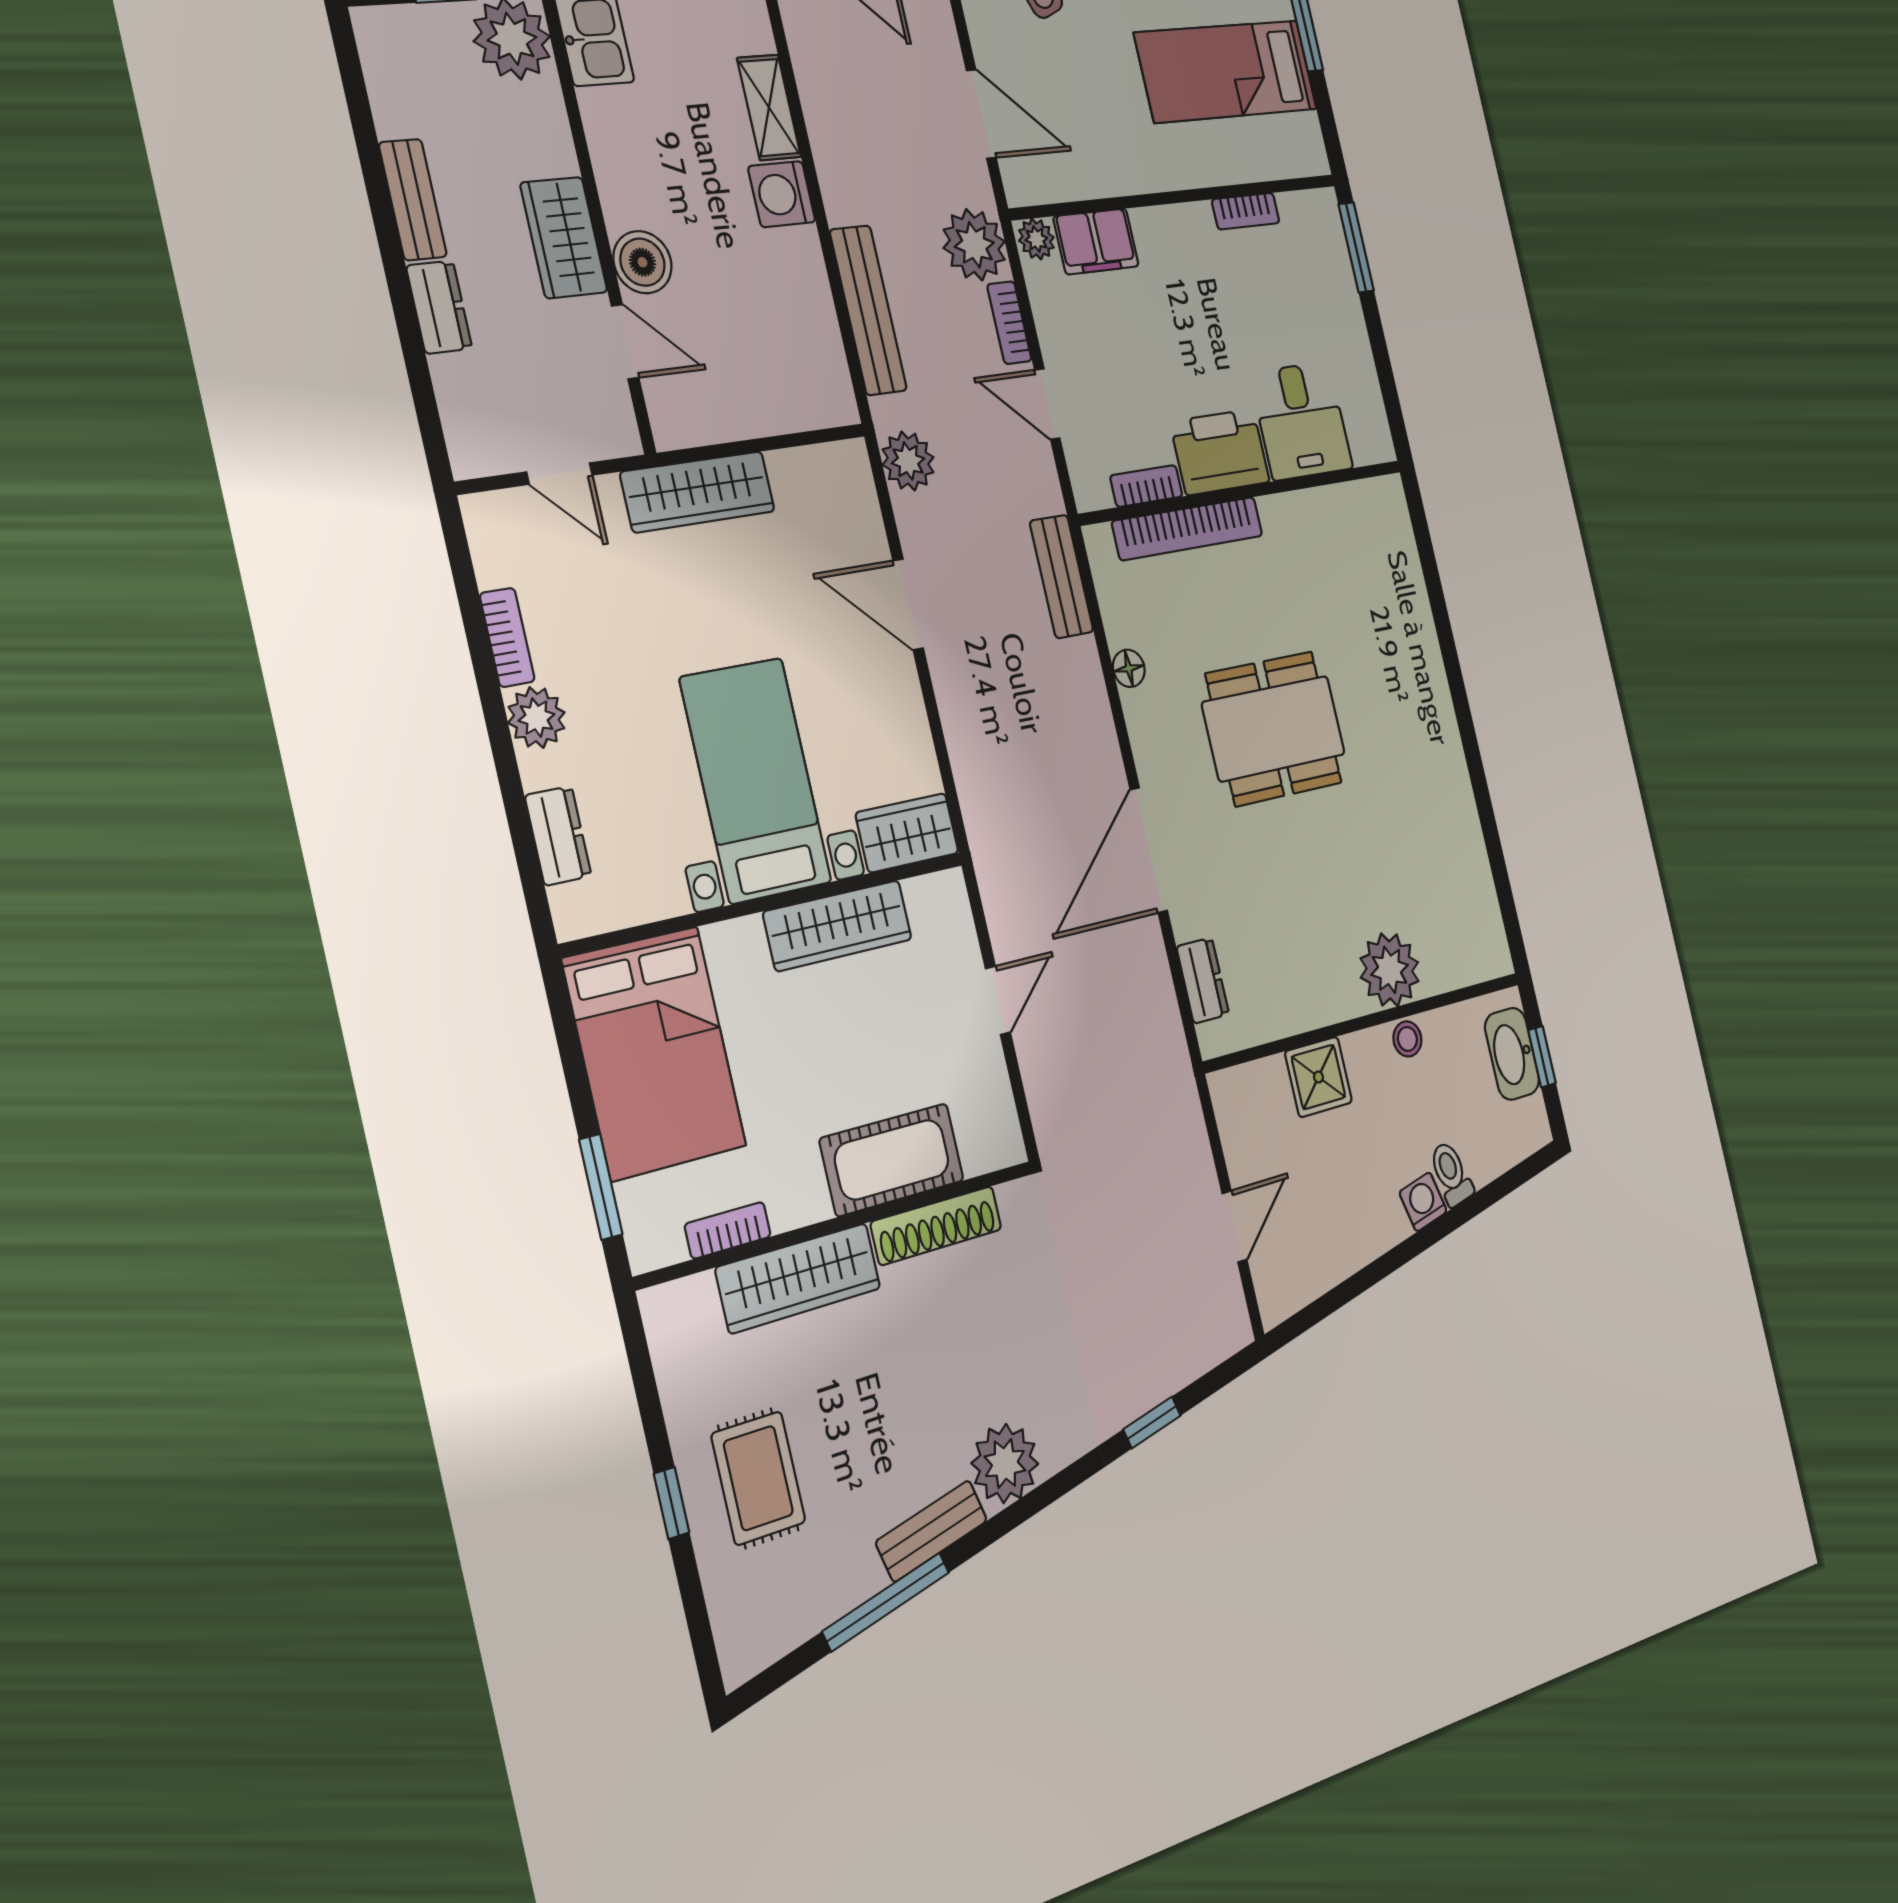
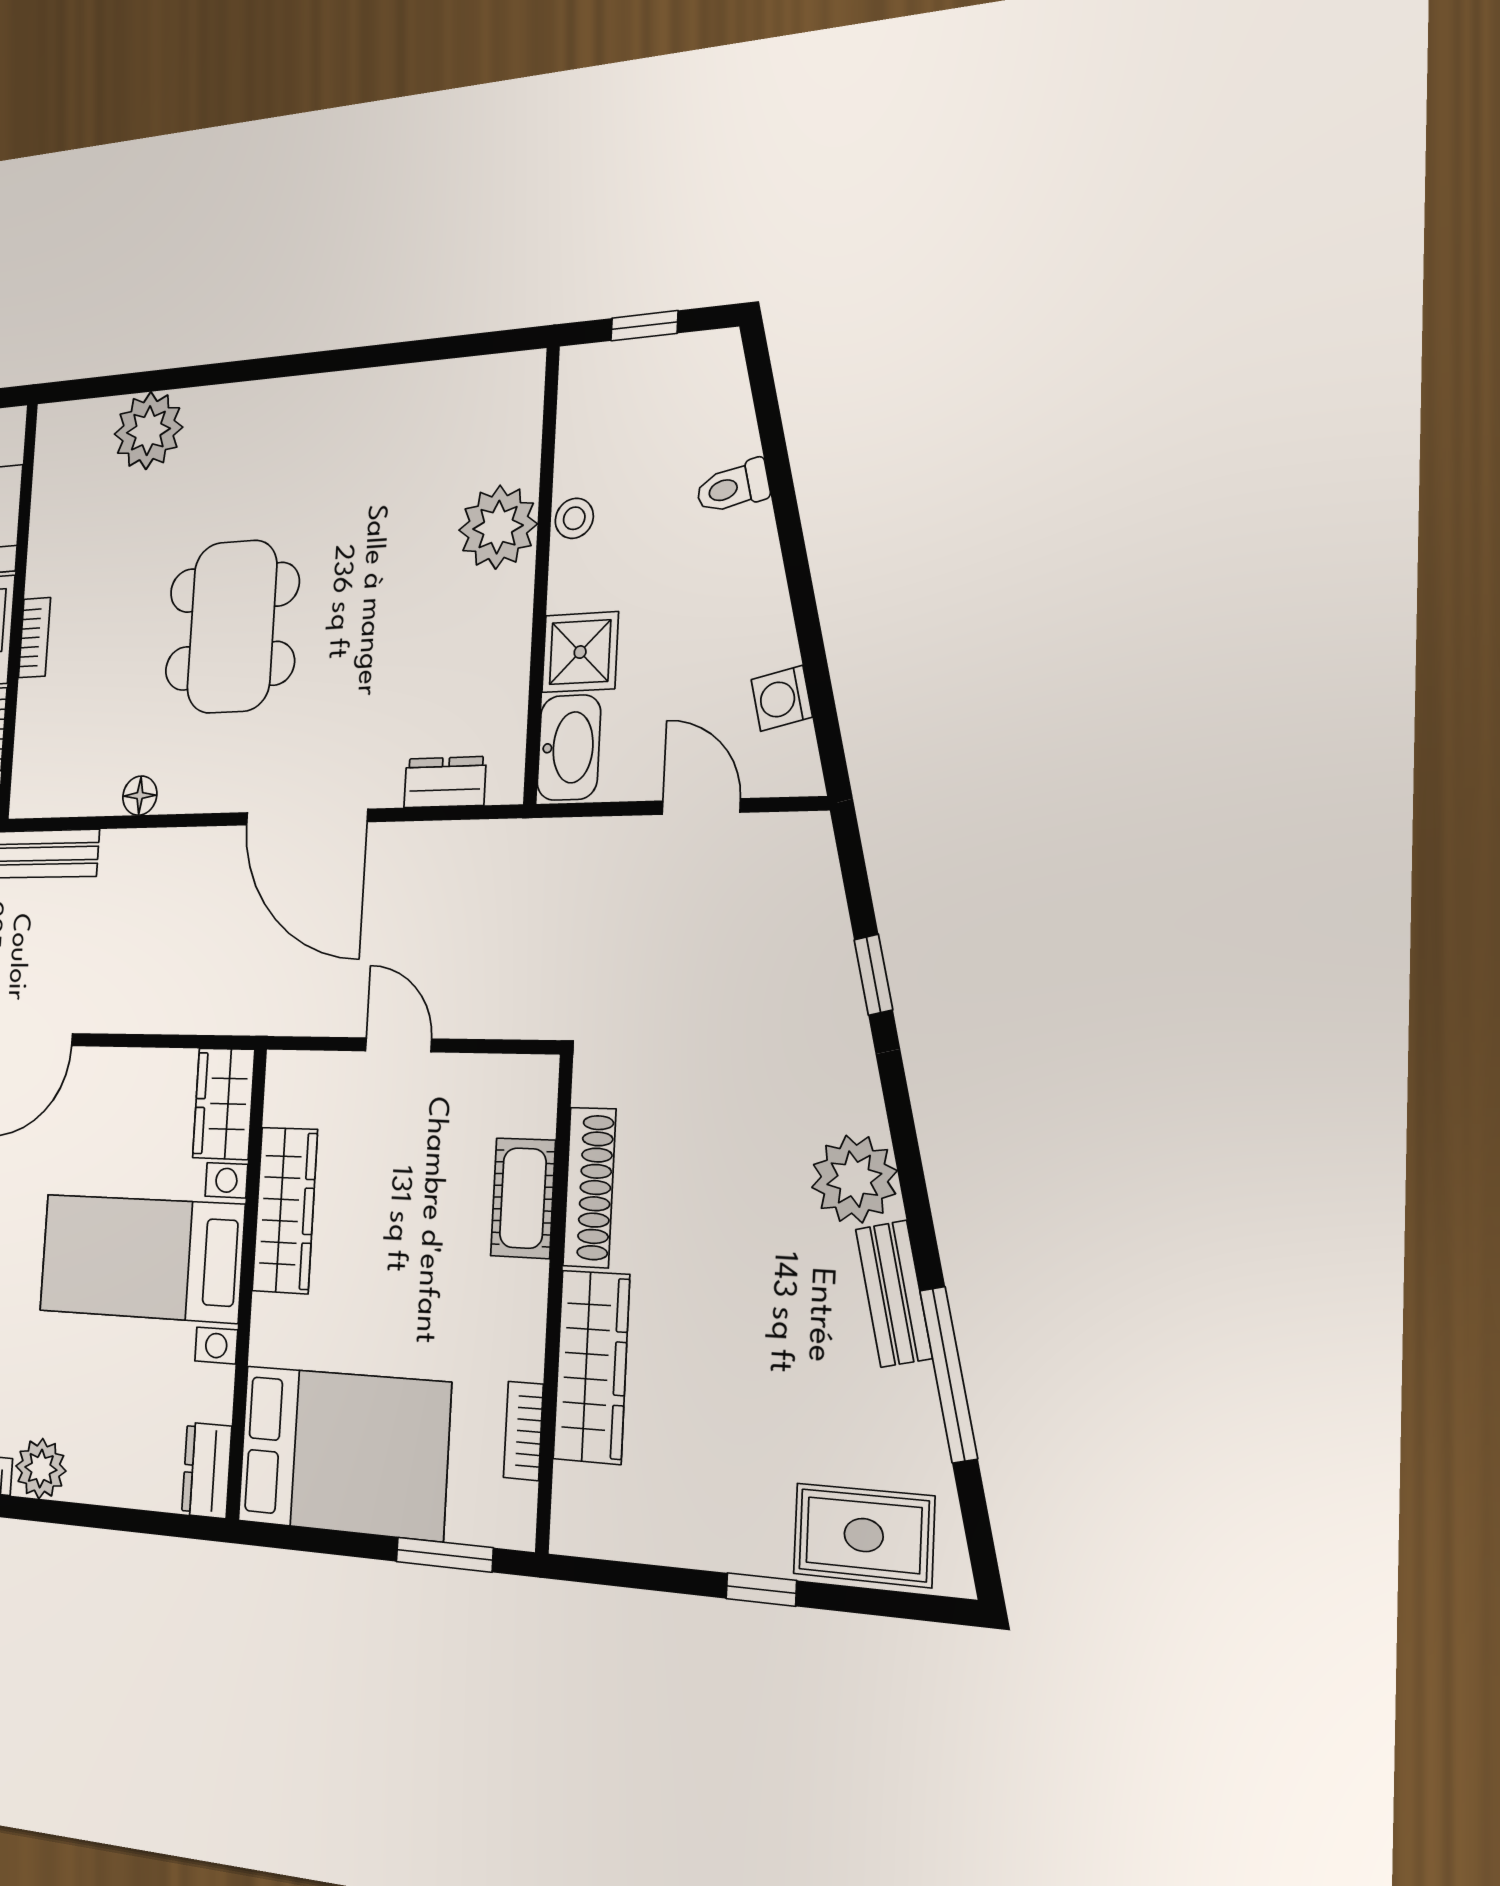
bookcase: (1188, 529) -> (34, 638), width x0.43, depth x0.76
plant: (1400, 598) -> (148, 431), added
dresser: (558, 836) -> (207, 1470), moved, turned -90
washbasin: (1512, 1054) -> (569, 748), moved, turned -90
cot: (892, 1160) -> (523, 1198), width x0.73, depth x0.75
washing machine: (1423, 1202) -> (782, 698), moved
rug: (758, 1478) -> (864, 1535), moved

